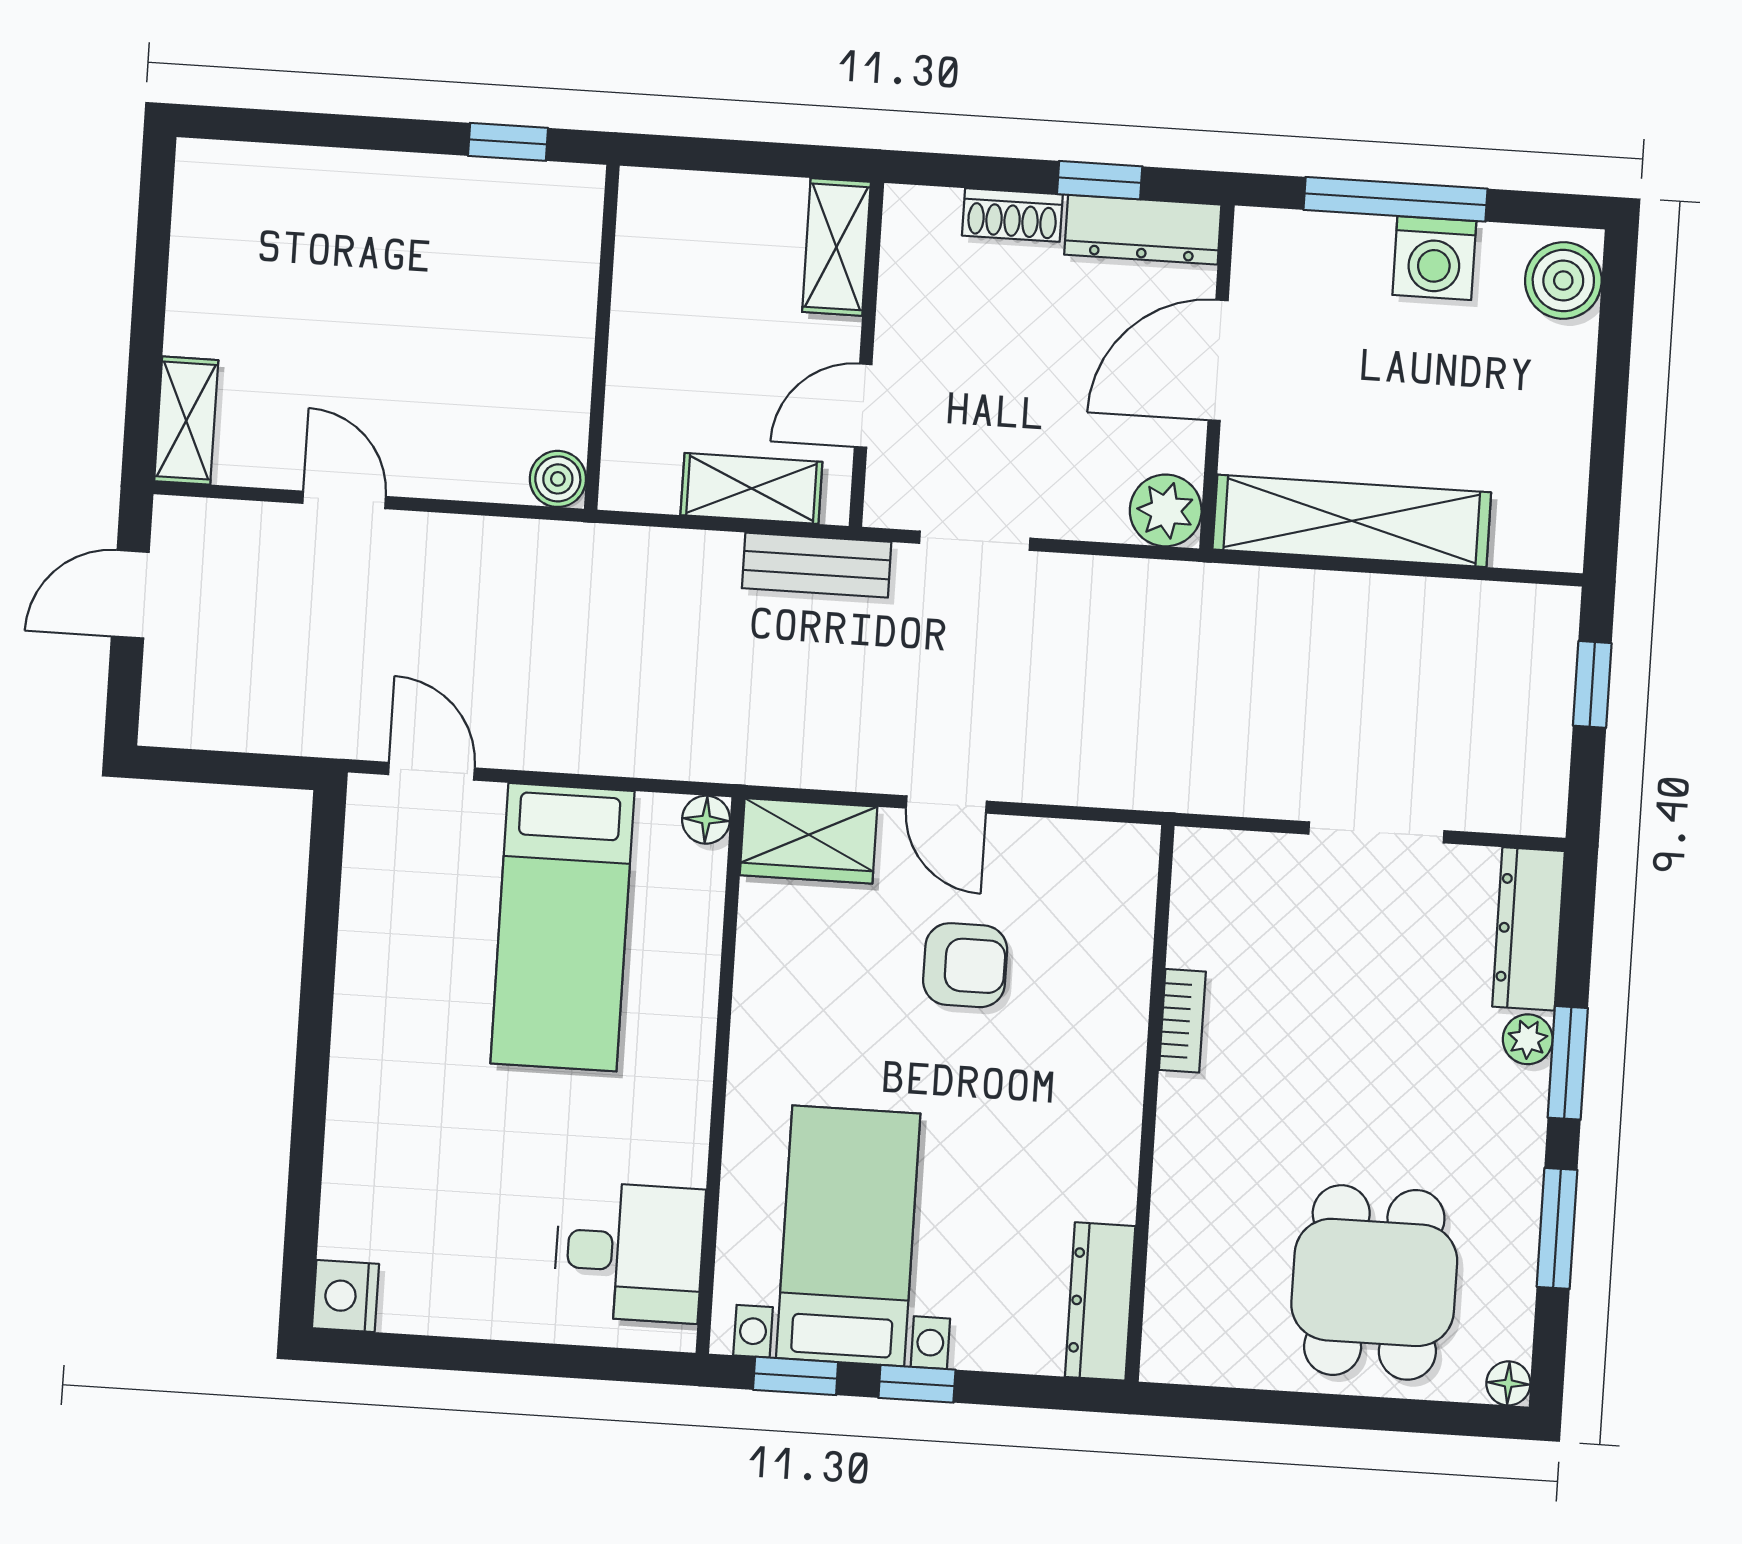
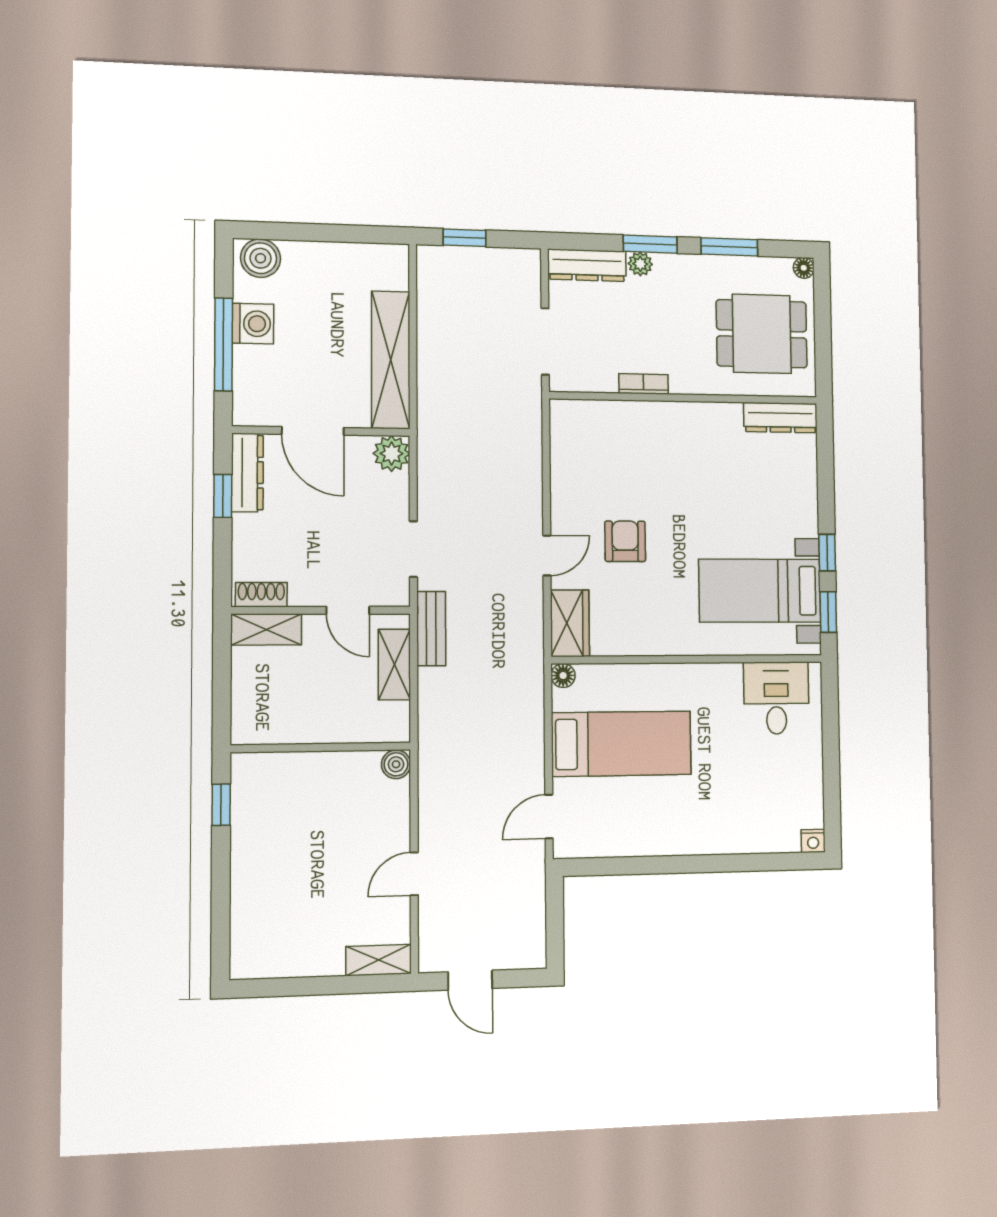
shoe rack: (1012, 215) -> (261, 595), moved, turned -90
bookcase: (1182, 1021) -> (644, 384), moved
wall: (1150, 1103) -> (684, 398), moved
nightstand: (345, 1296) -> (813, 841), width x0.72, depth x0.74
dresser: (1100, 1301) -> (780, 418), moved

